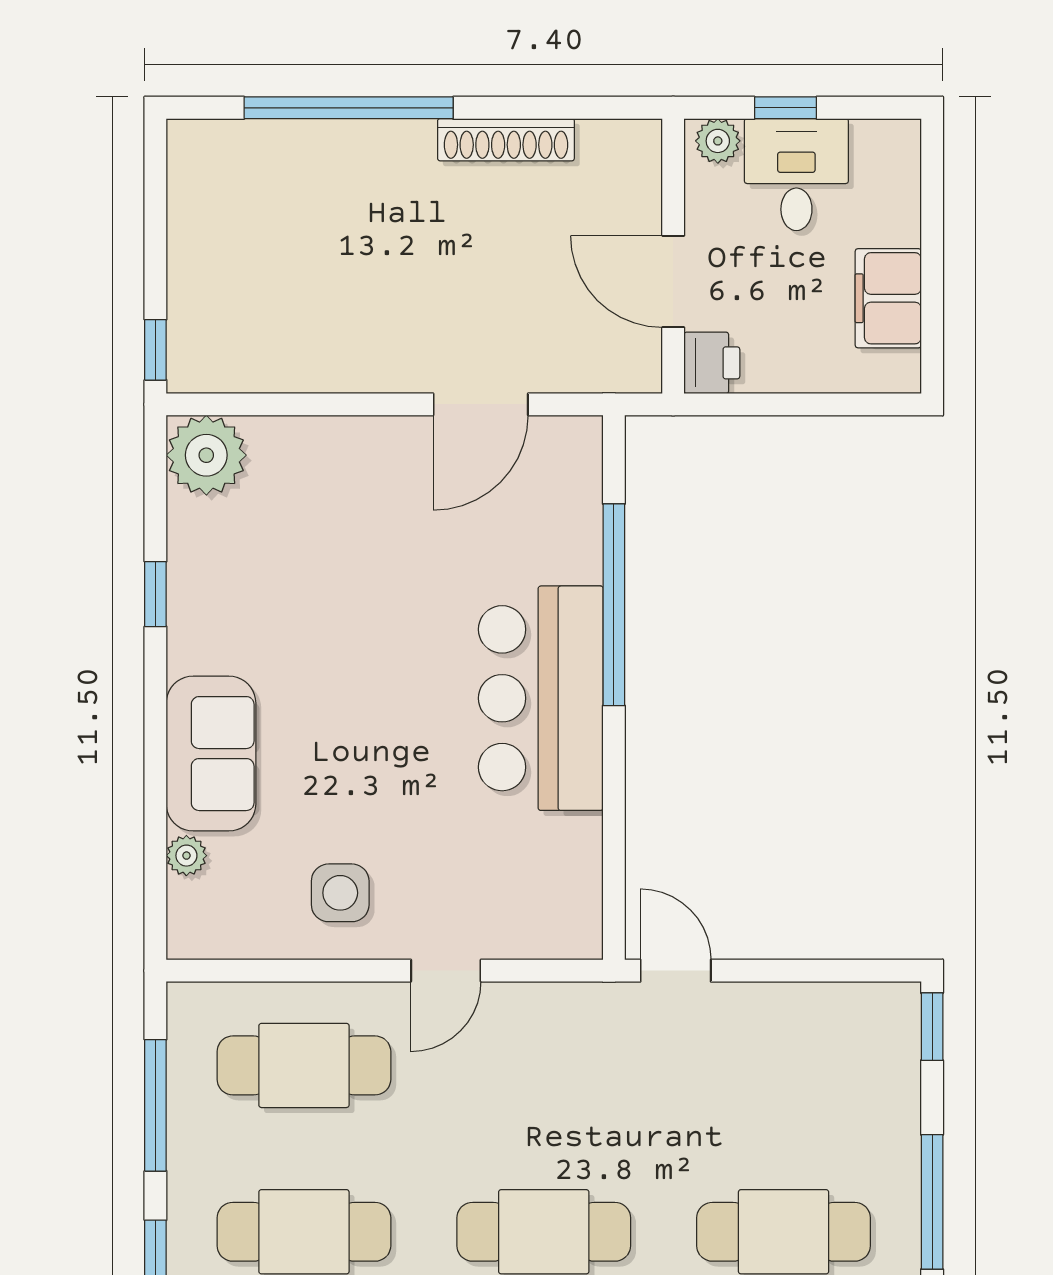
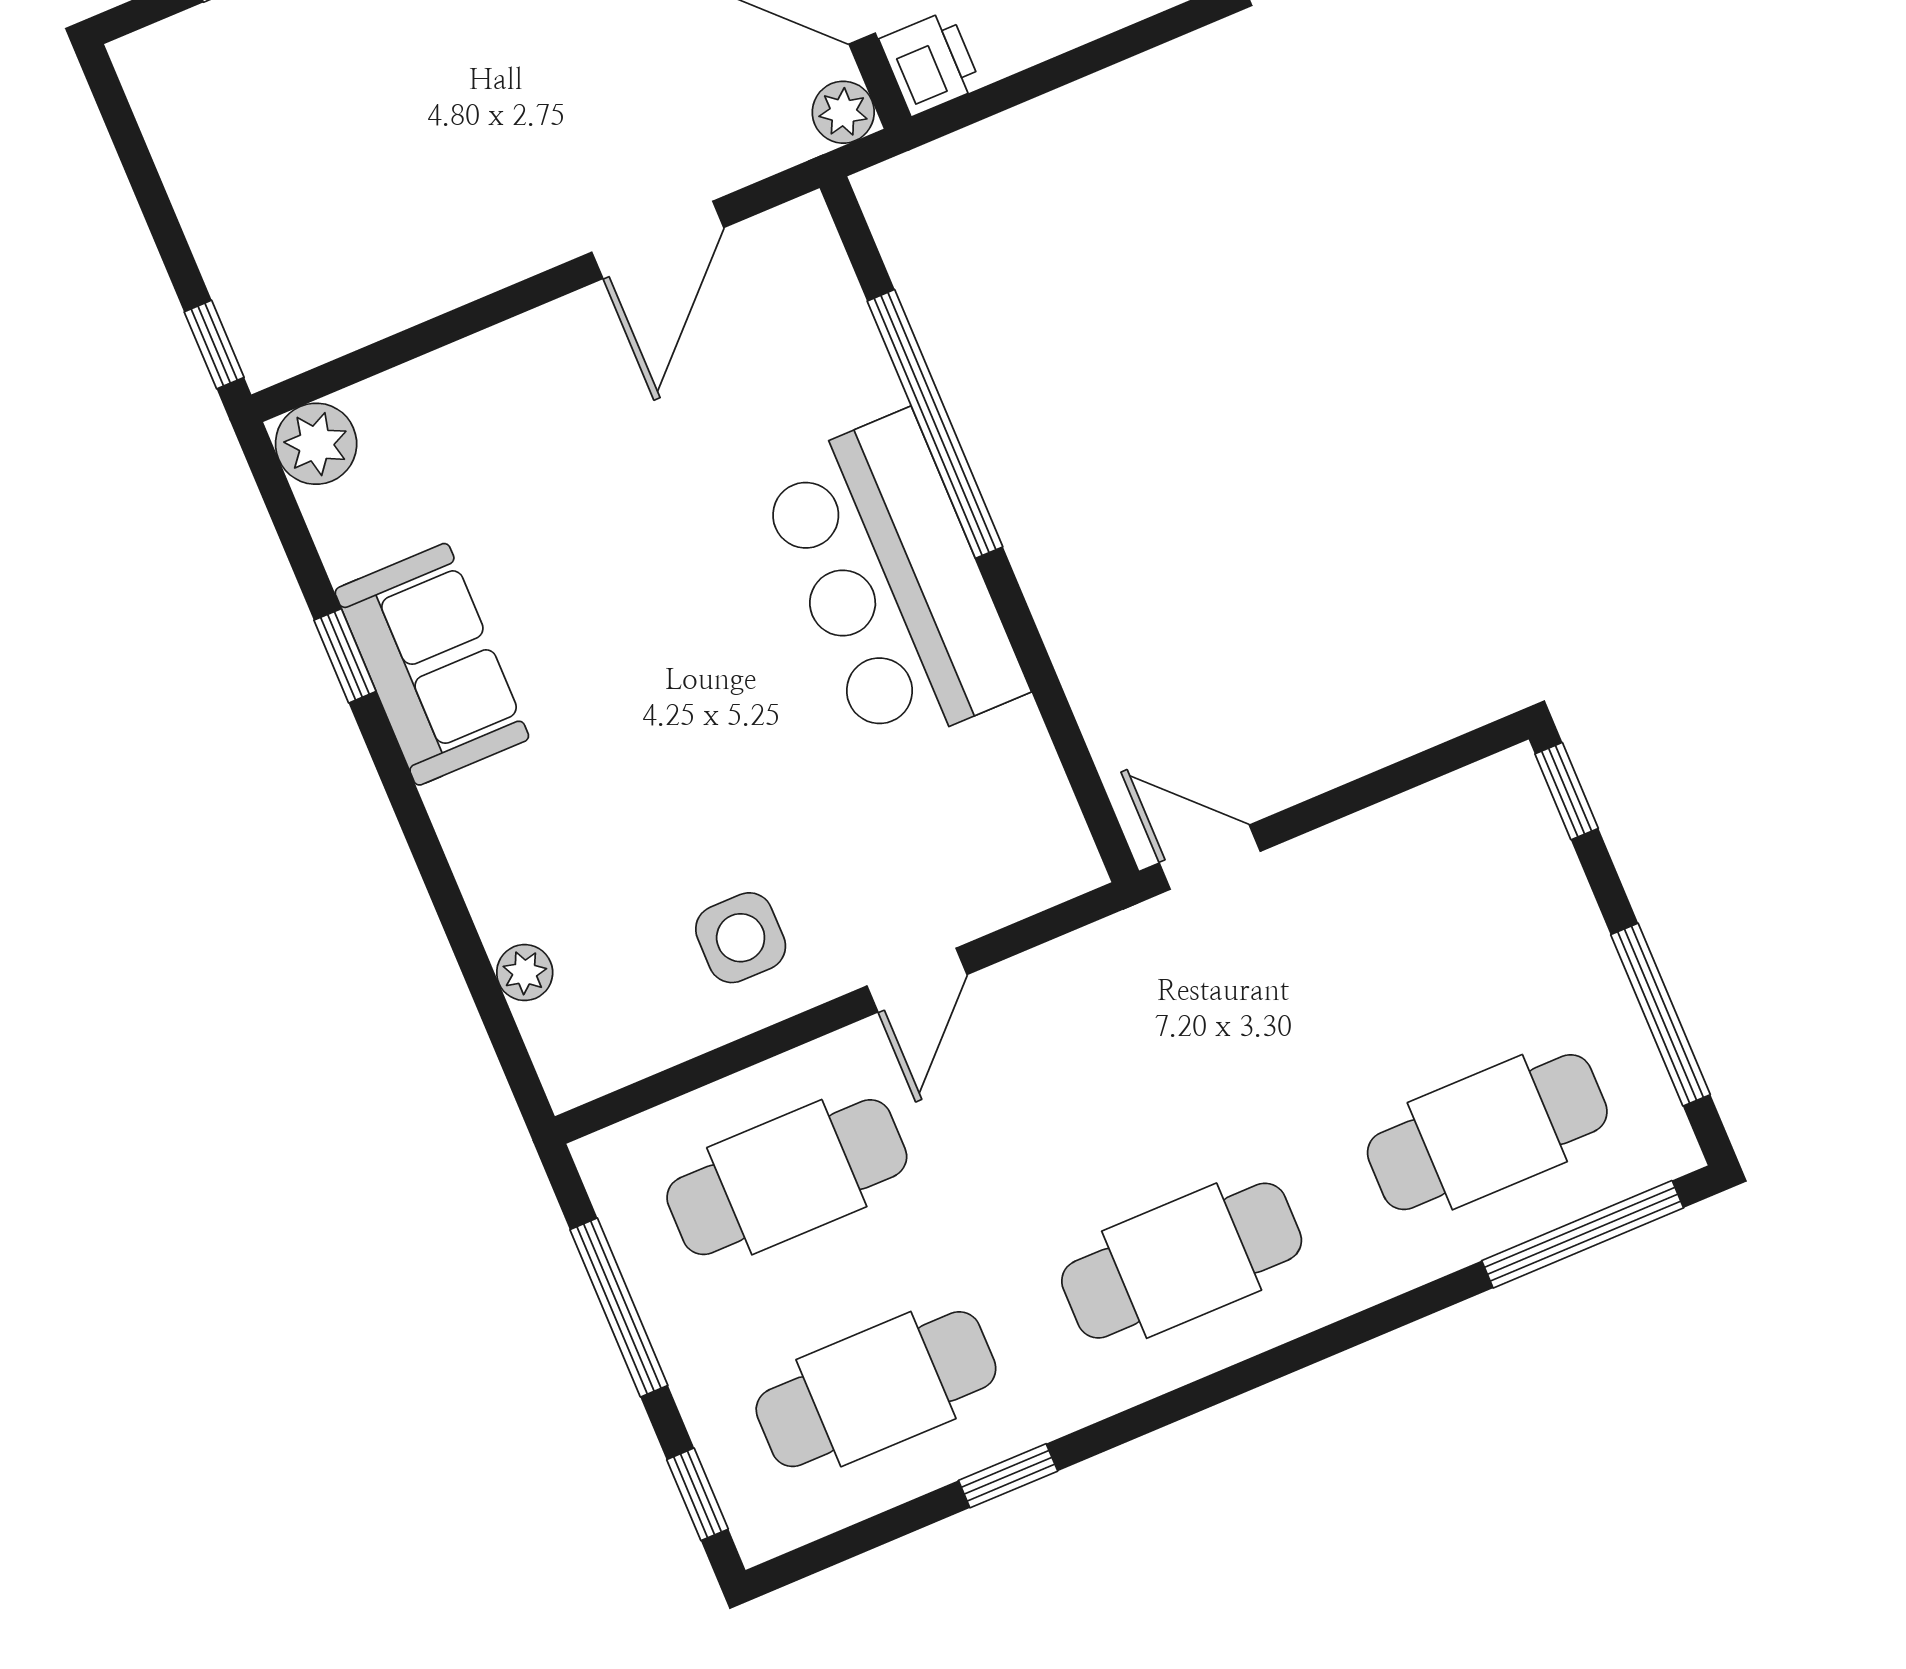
plant: (640, 371) -> (843, 112), added
plant: (206, 455) -> (316, 444), width x0.73, depth x0.73
sofa: (211, 754) -> (432, 664), moved

